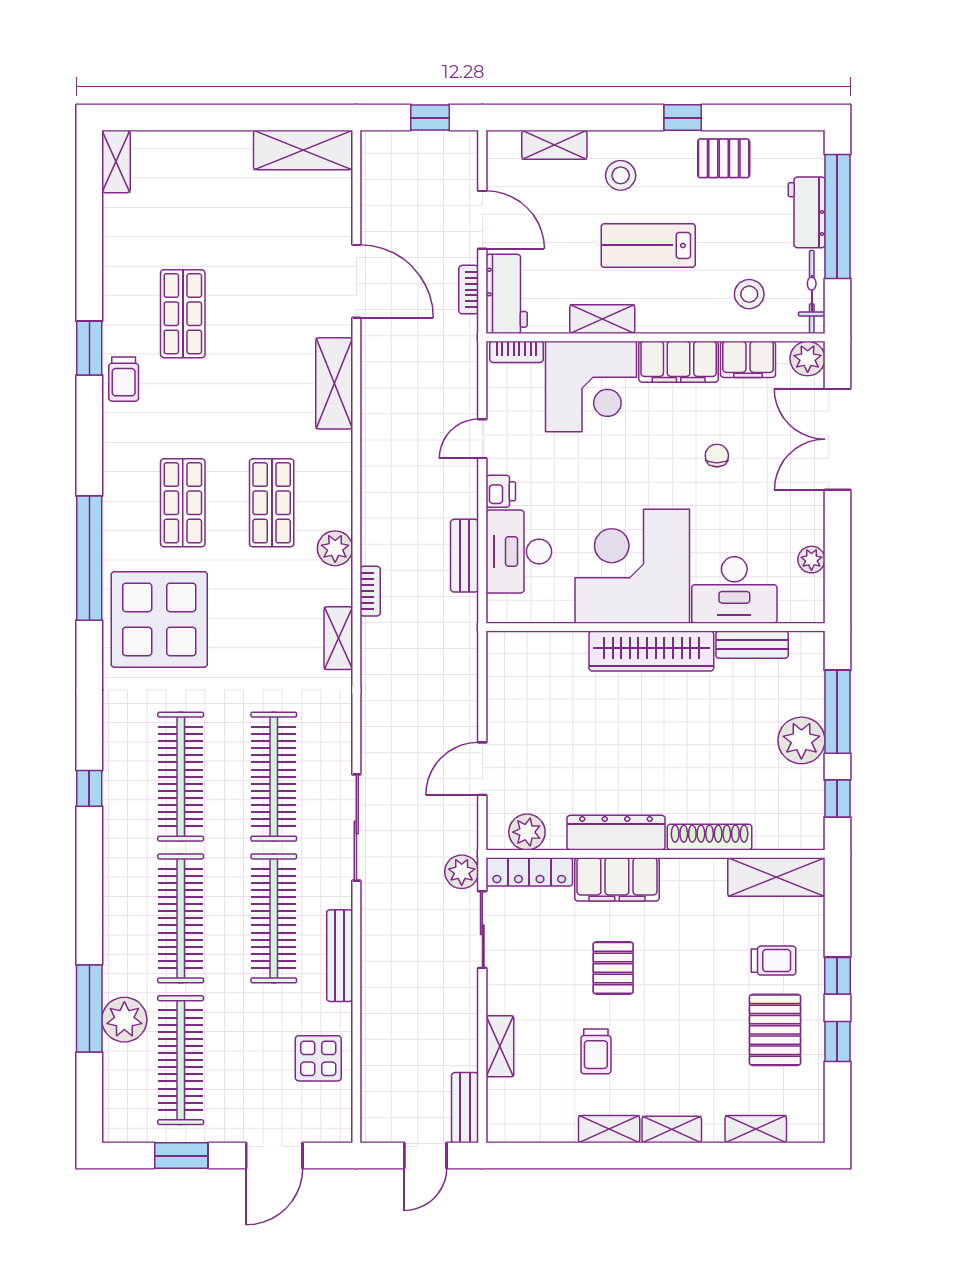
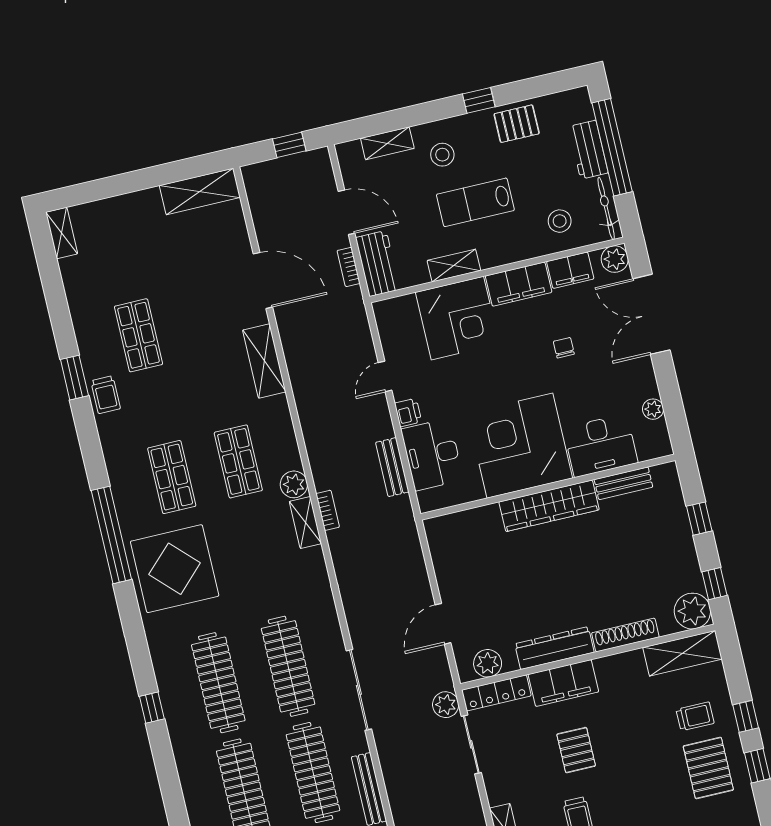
bookcase: (516, 352) -> (395, 305), removed
shelving: (338, 638) -> (305, 522), moved
window: (837, 712) -> (699, 519), width x0.46
plant: (801, 740) -> (692, 611), moved

